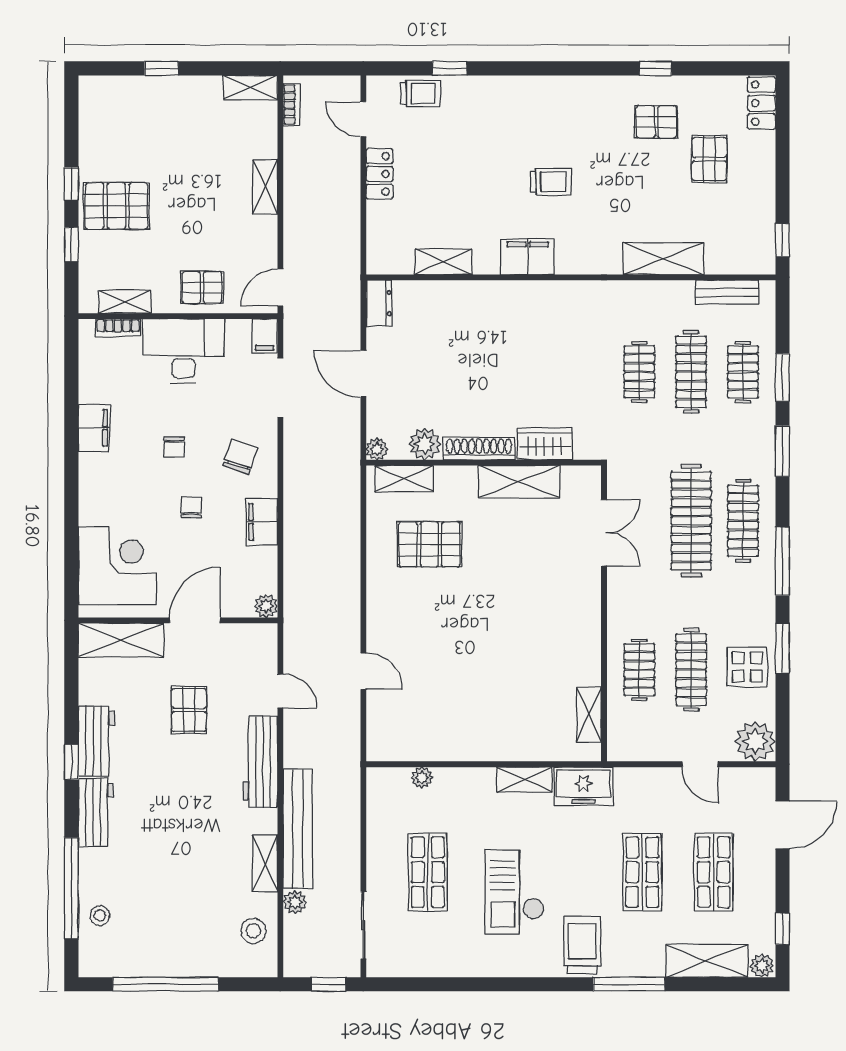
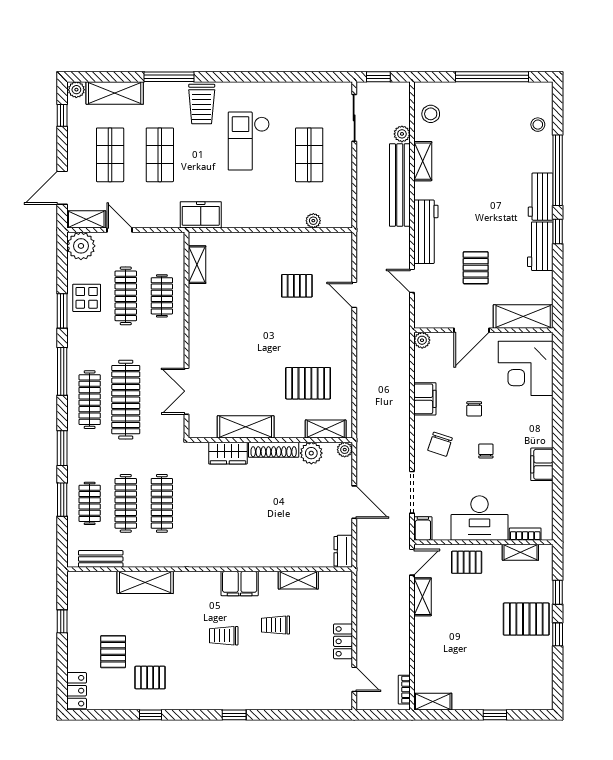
window: (450, 68) -> (234, 715), moved
trolley: (421, 94) -> (276, 625), moved
shelving: (265, 187) -> (423, 597), moved
window: (782, 240) -> (62, 621), moved
clothes rail: (639, 372) -> (162, 503), width x1.36
pallet: (446, 684) -> (297, 286), added
shelving: (524, 780) -> (86, 219), moved
window: (71, 888) -> (558, 170), moved
checkout: (515, 892) -> (249, 141), turned 180

